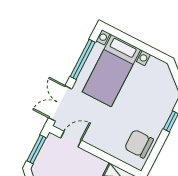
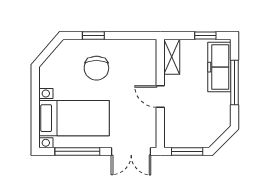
door: (71, 139) -> (160, 97), moved
chair: (139, 144) -> (96, 68), moved

